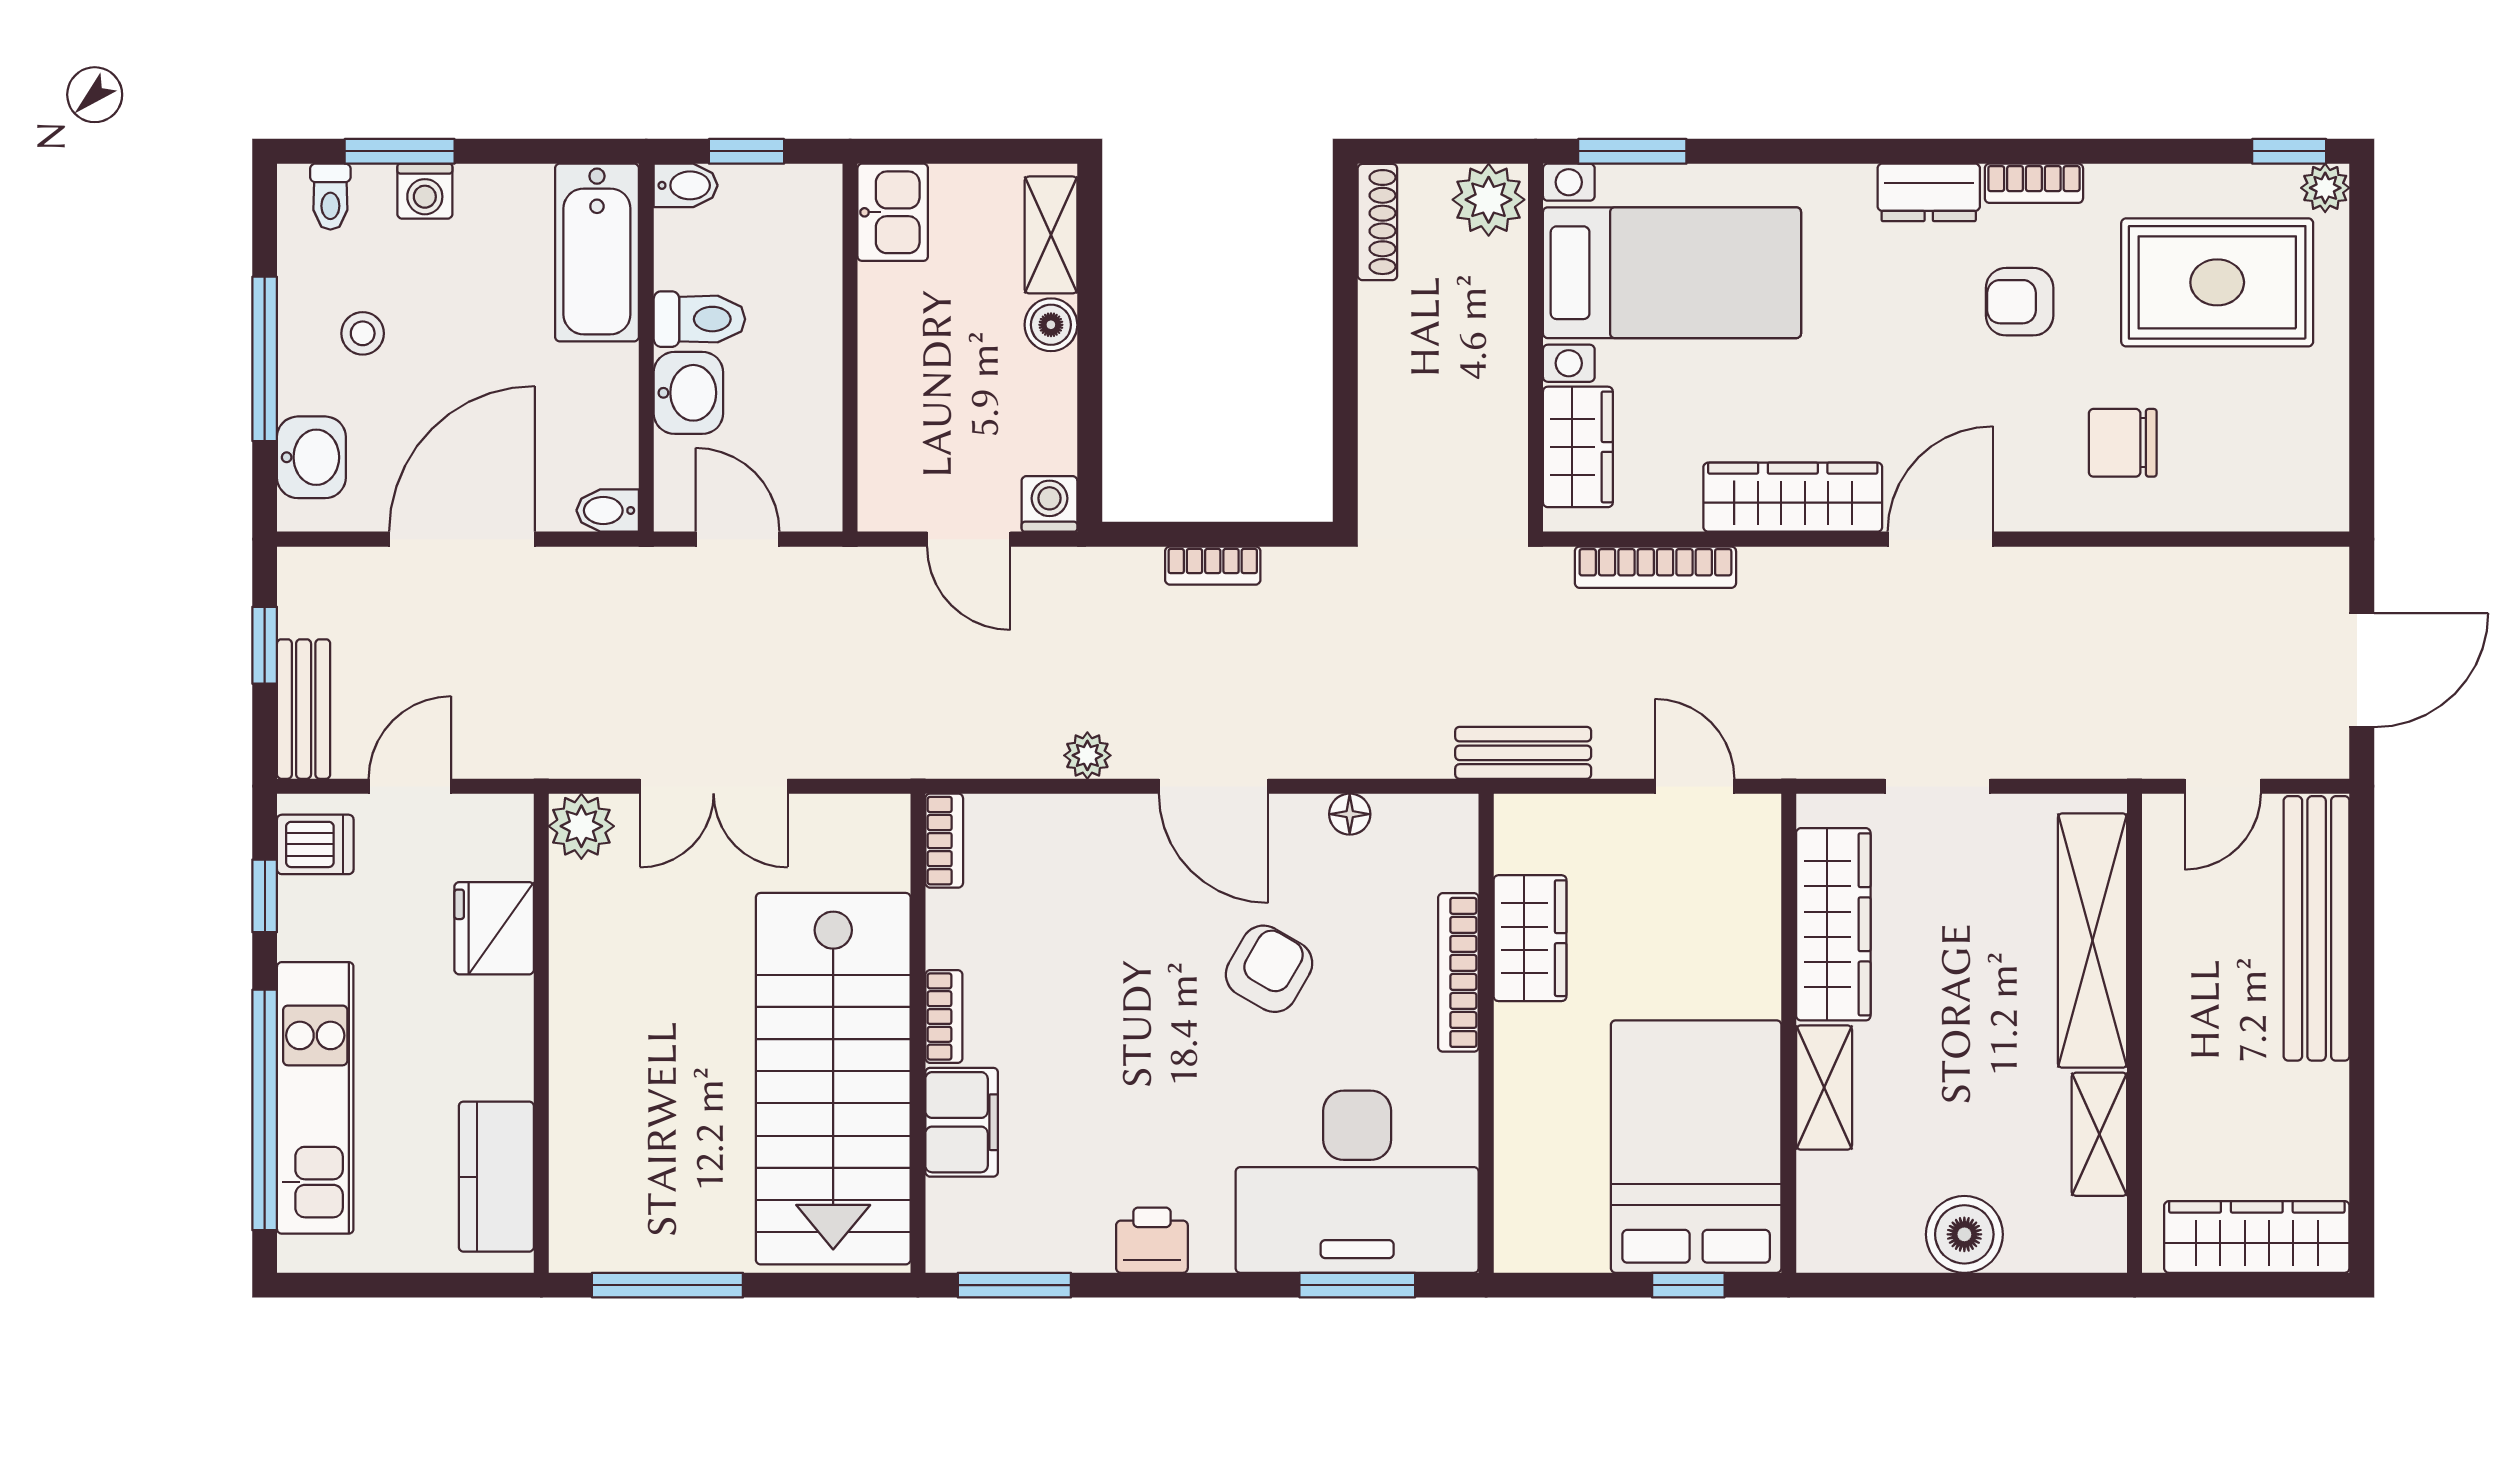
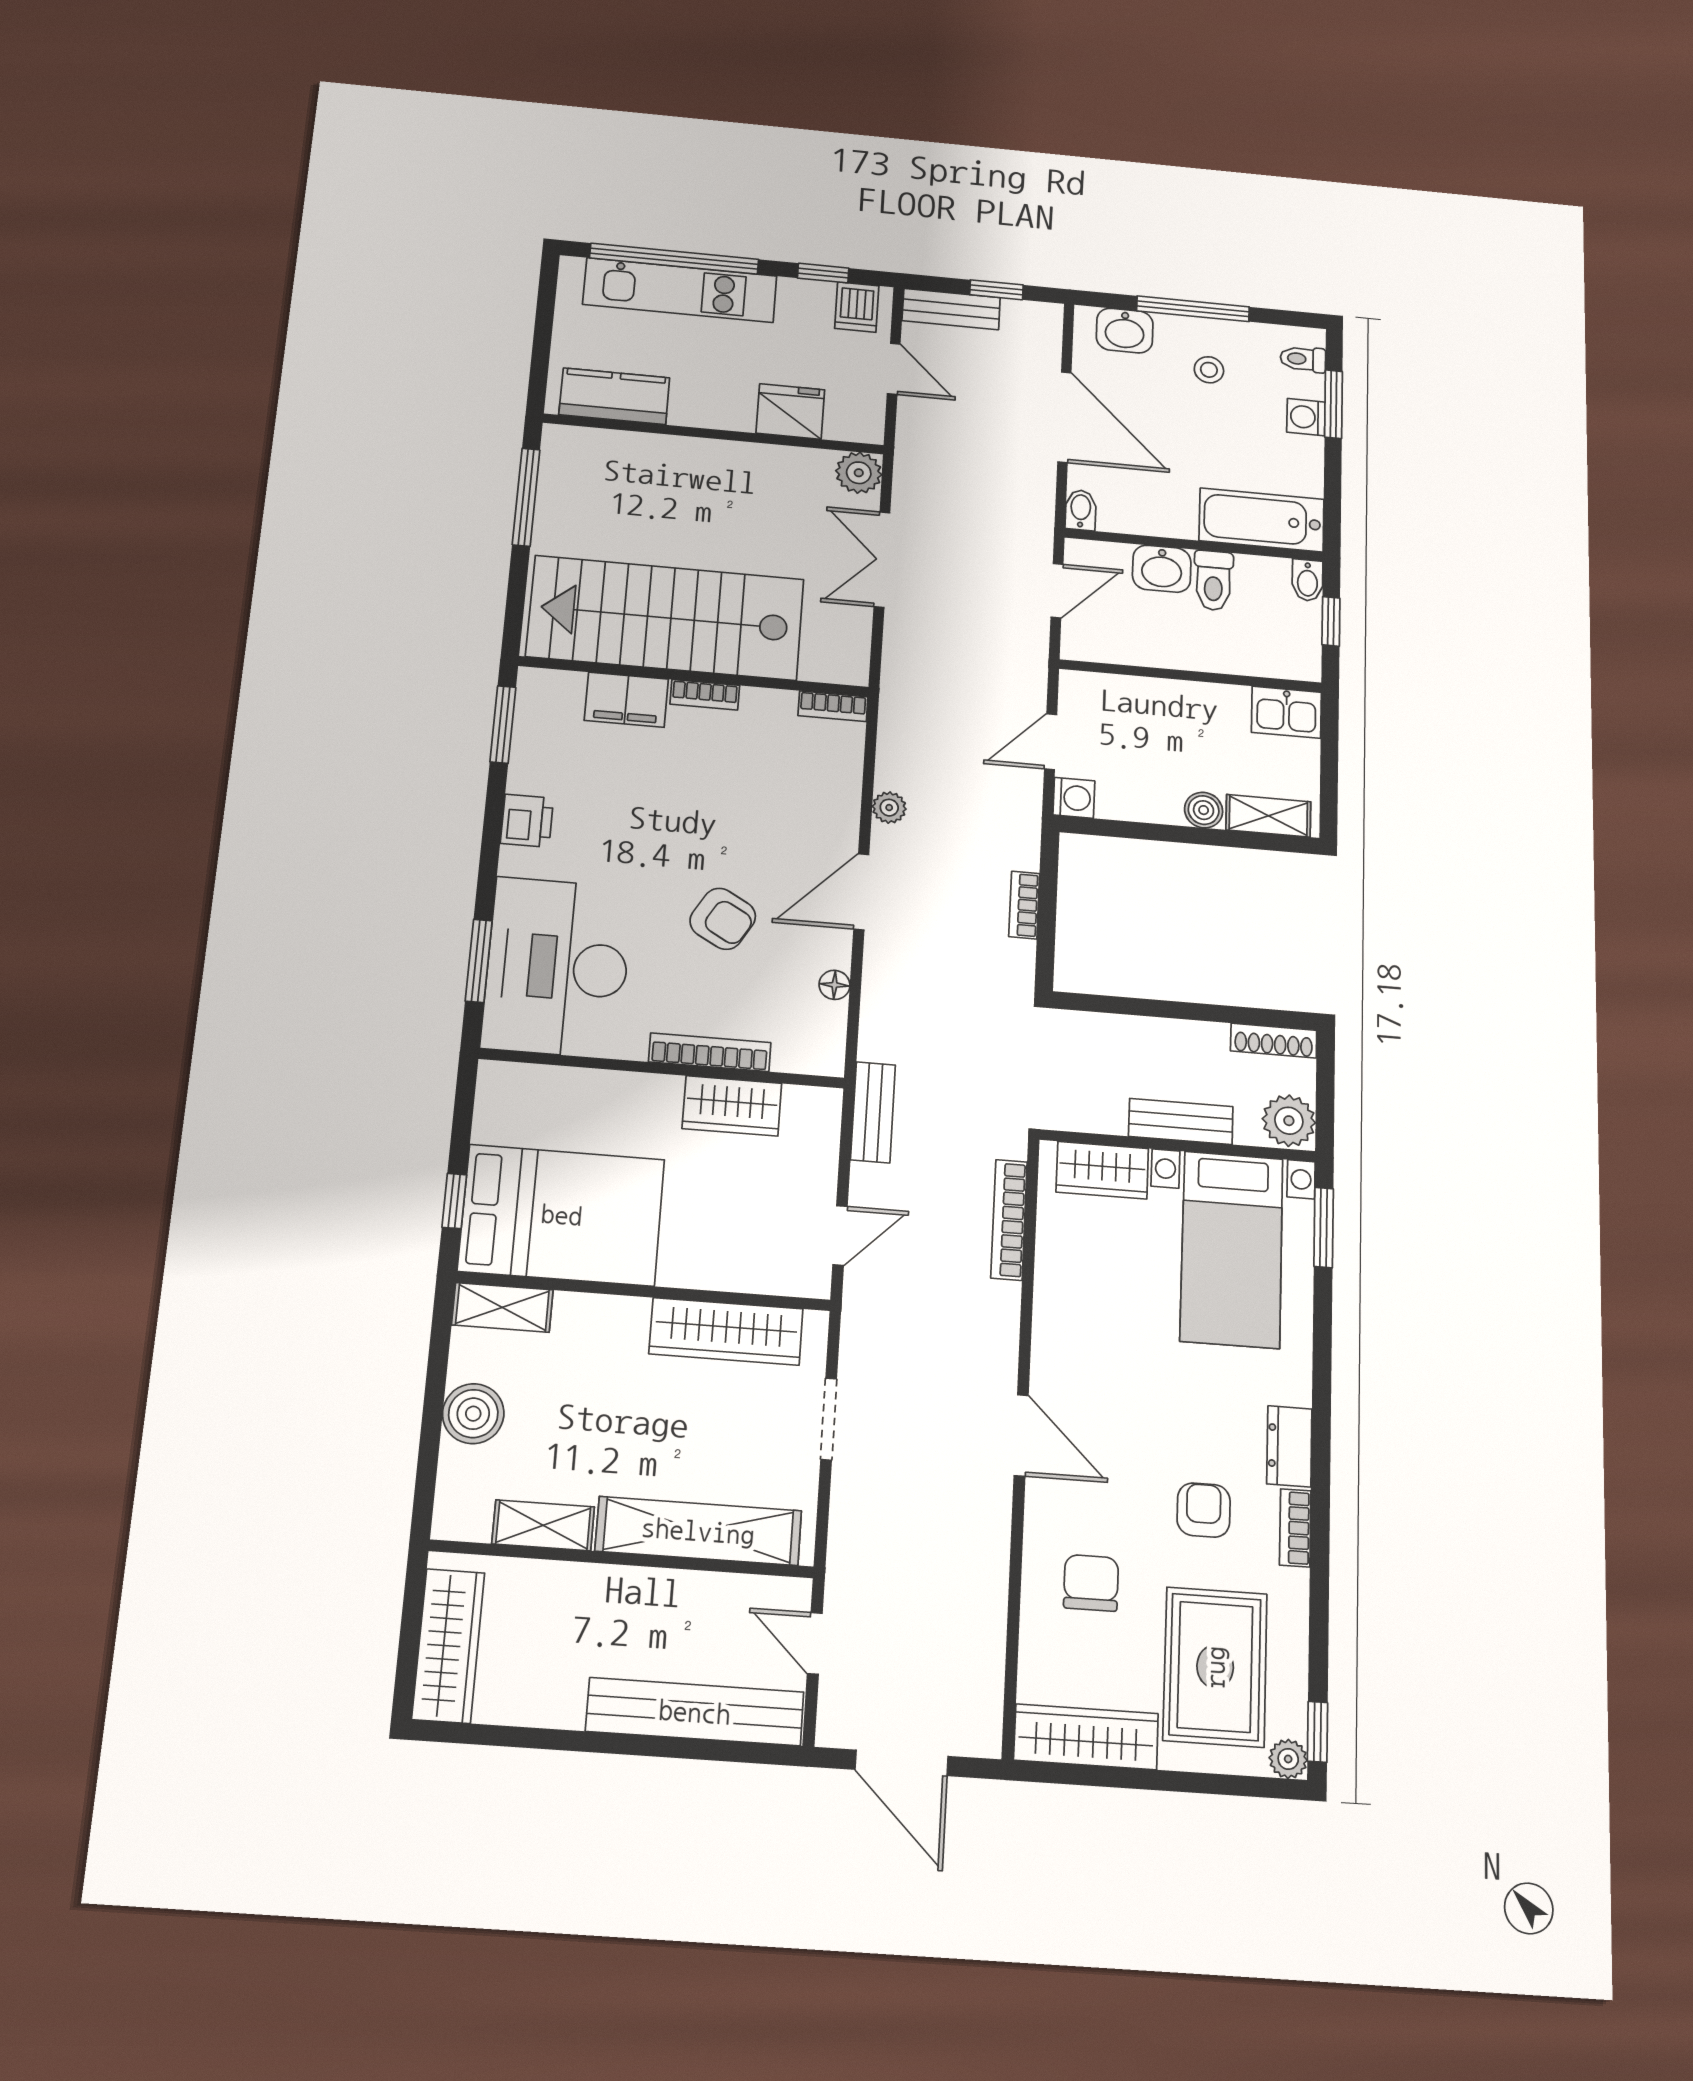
bench: (1502, 345) -> (1181, 1121), added
wardrobe: (1793, 497) -> (1086, 1737), moved, turned -90
shelving: (1824, 1087) -> (502, 1307), moved

